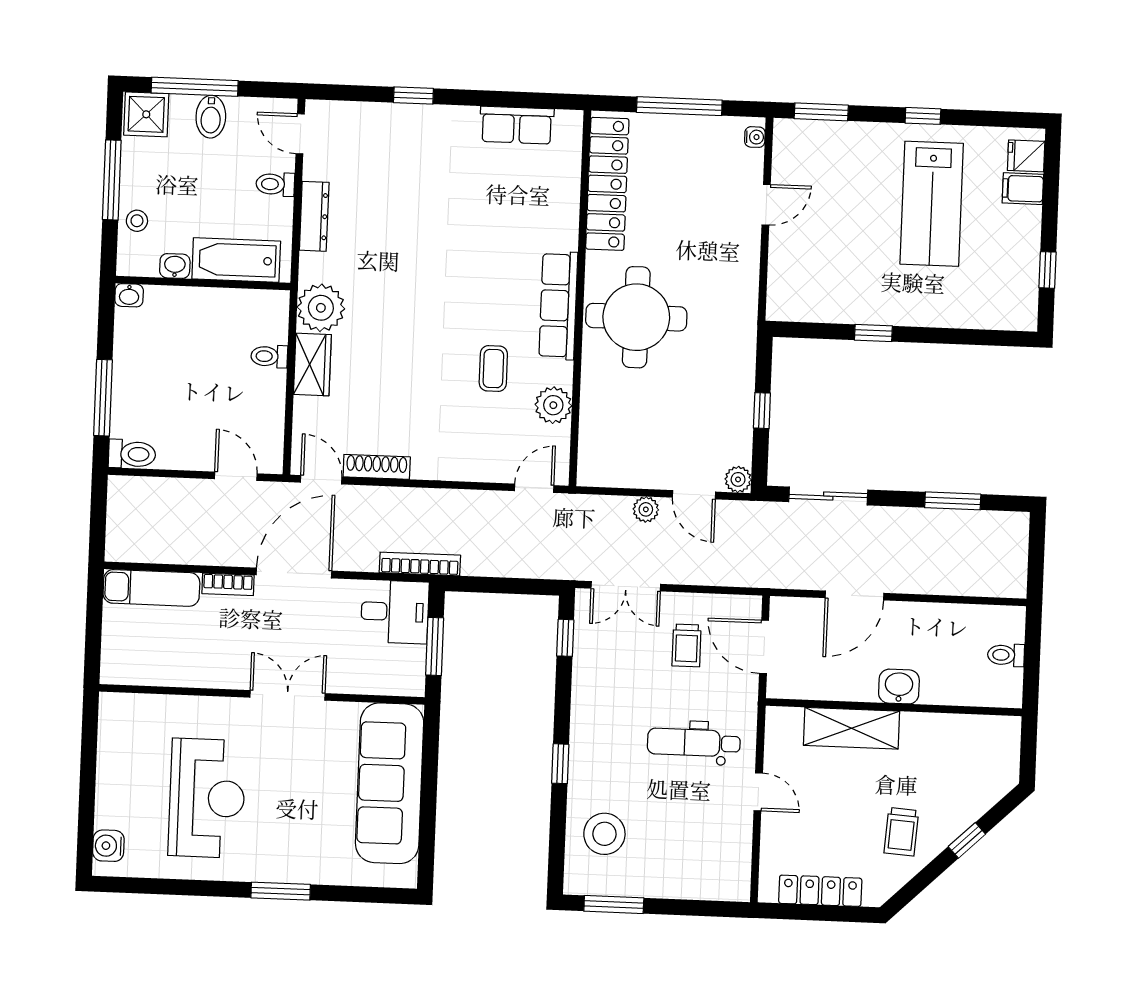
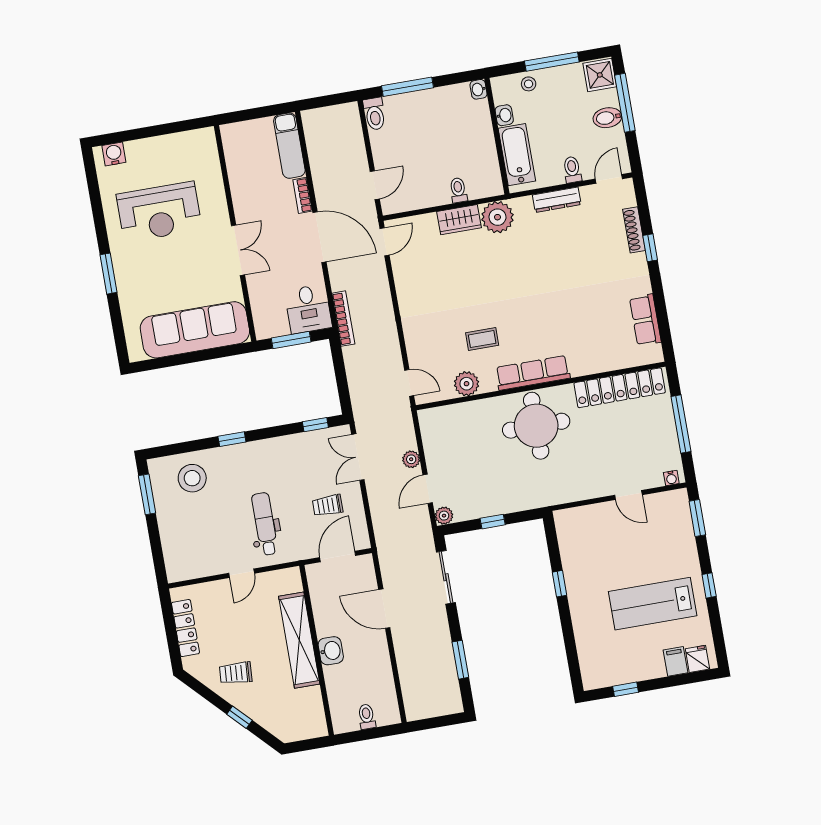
shoe rack: (377, 467) -> (634, 230), moved, turned 180
shelving: (851, 728) -> (299, 640), width x1.47

